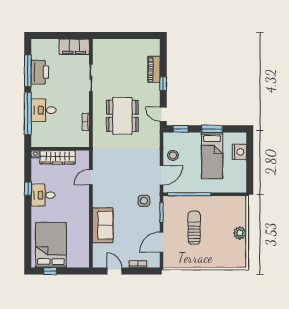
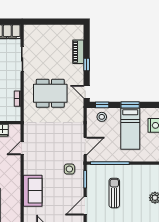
dining table: (122, 116) -> (50, 93), turned 90
stool: (173, 155) -> (102, 117), moved

